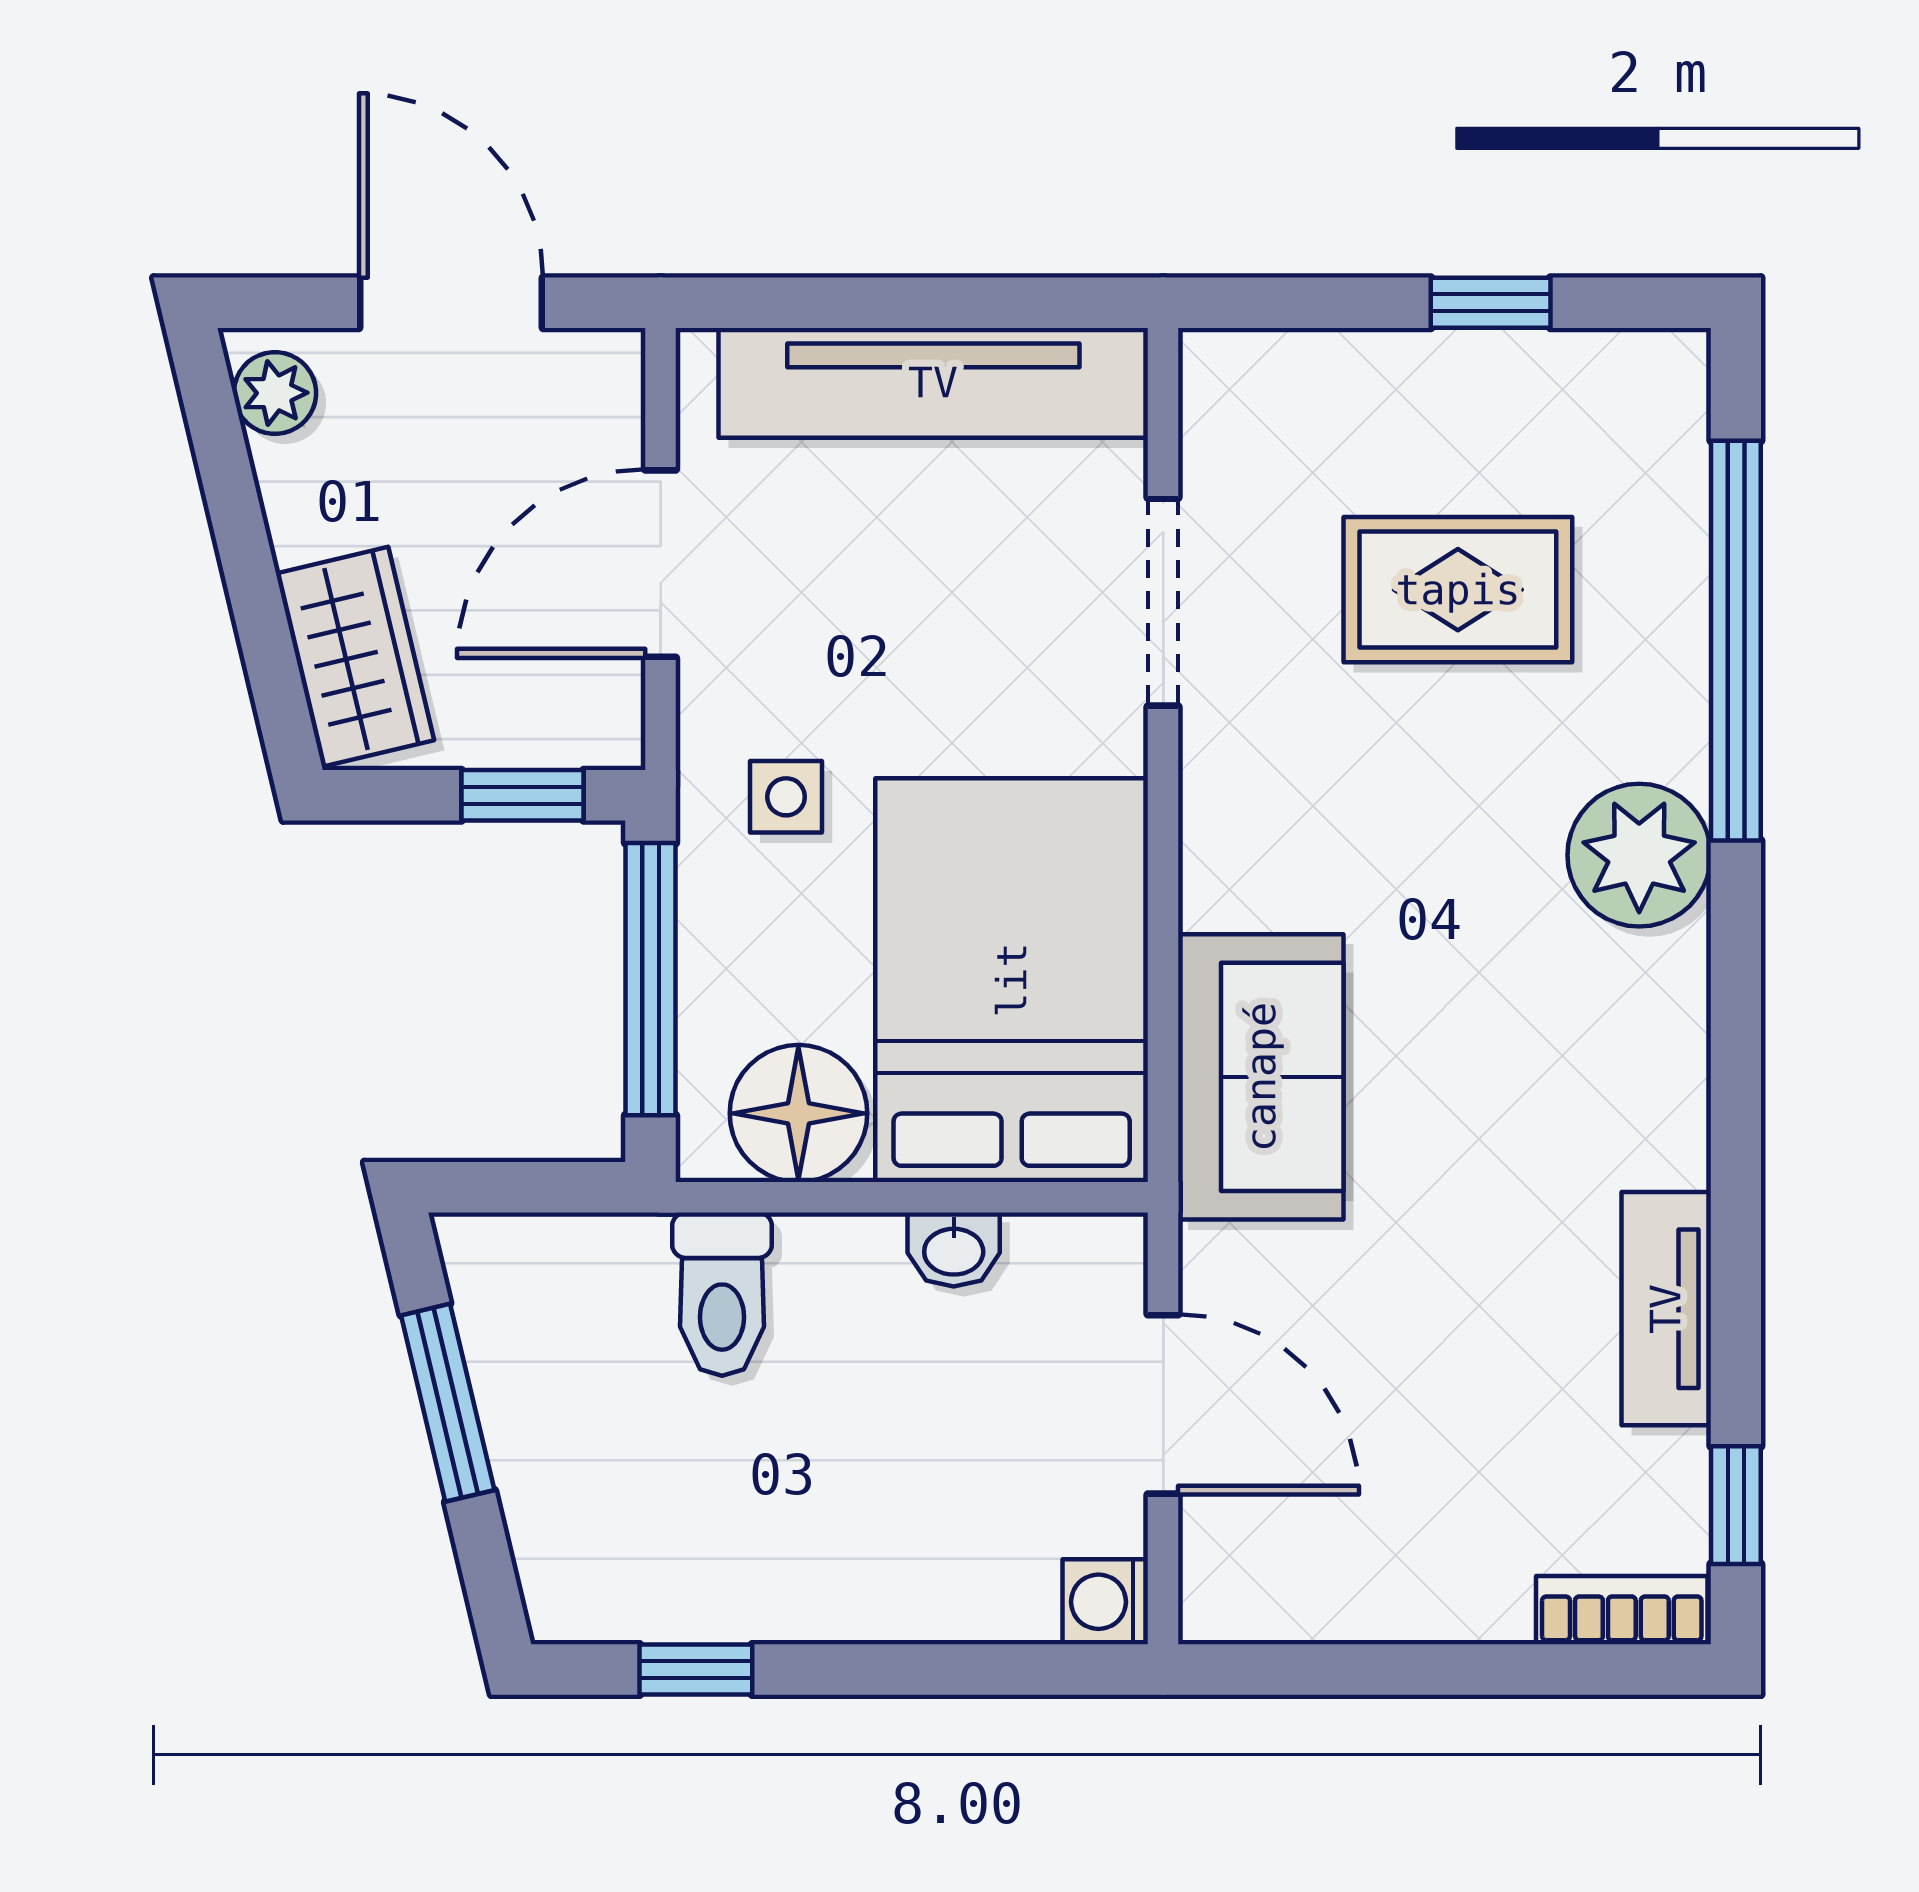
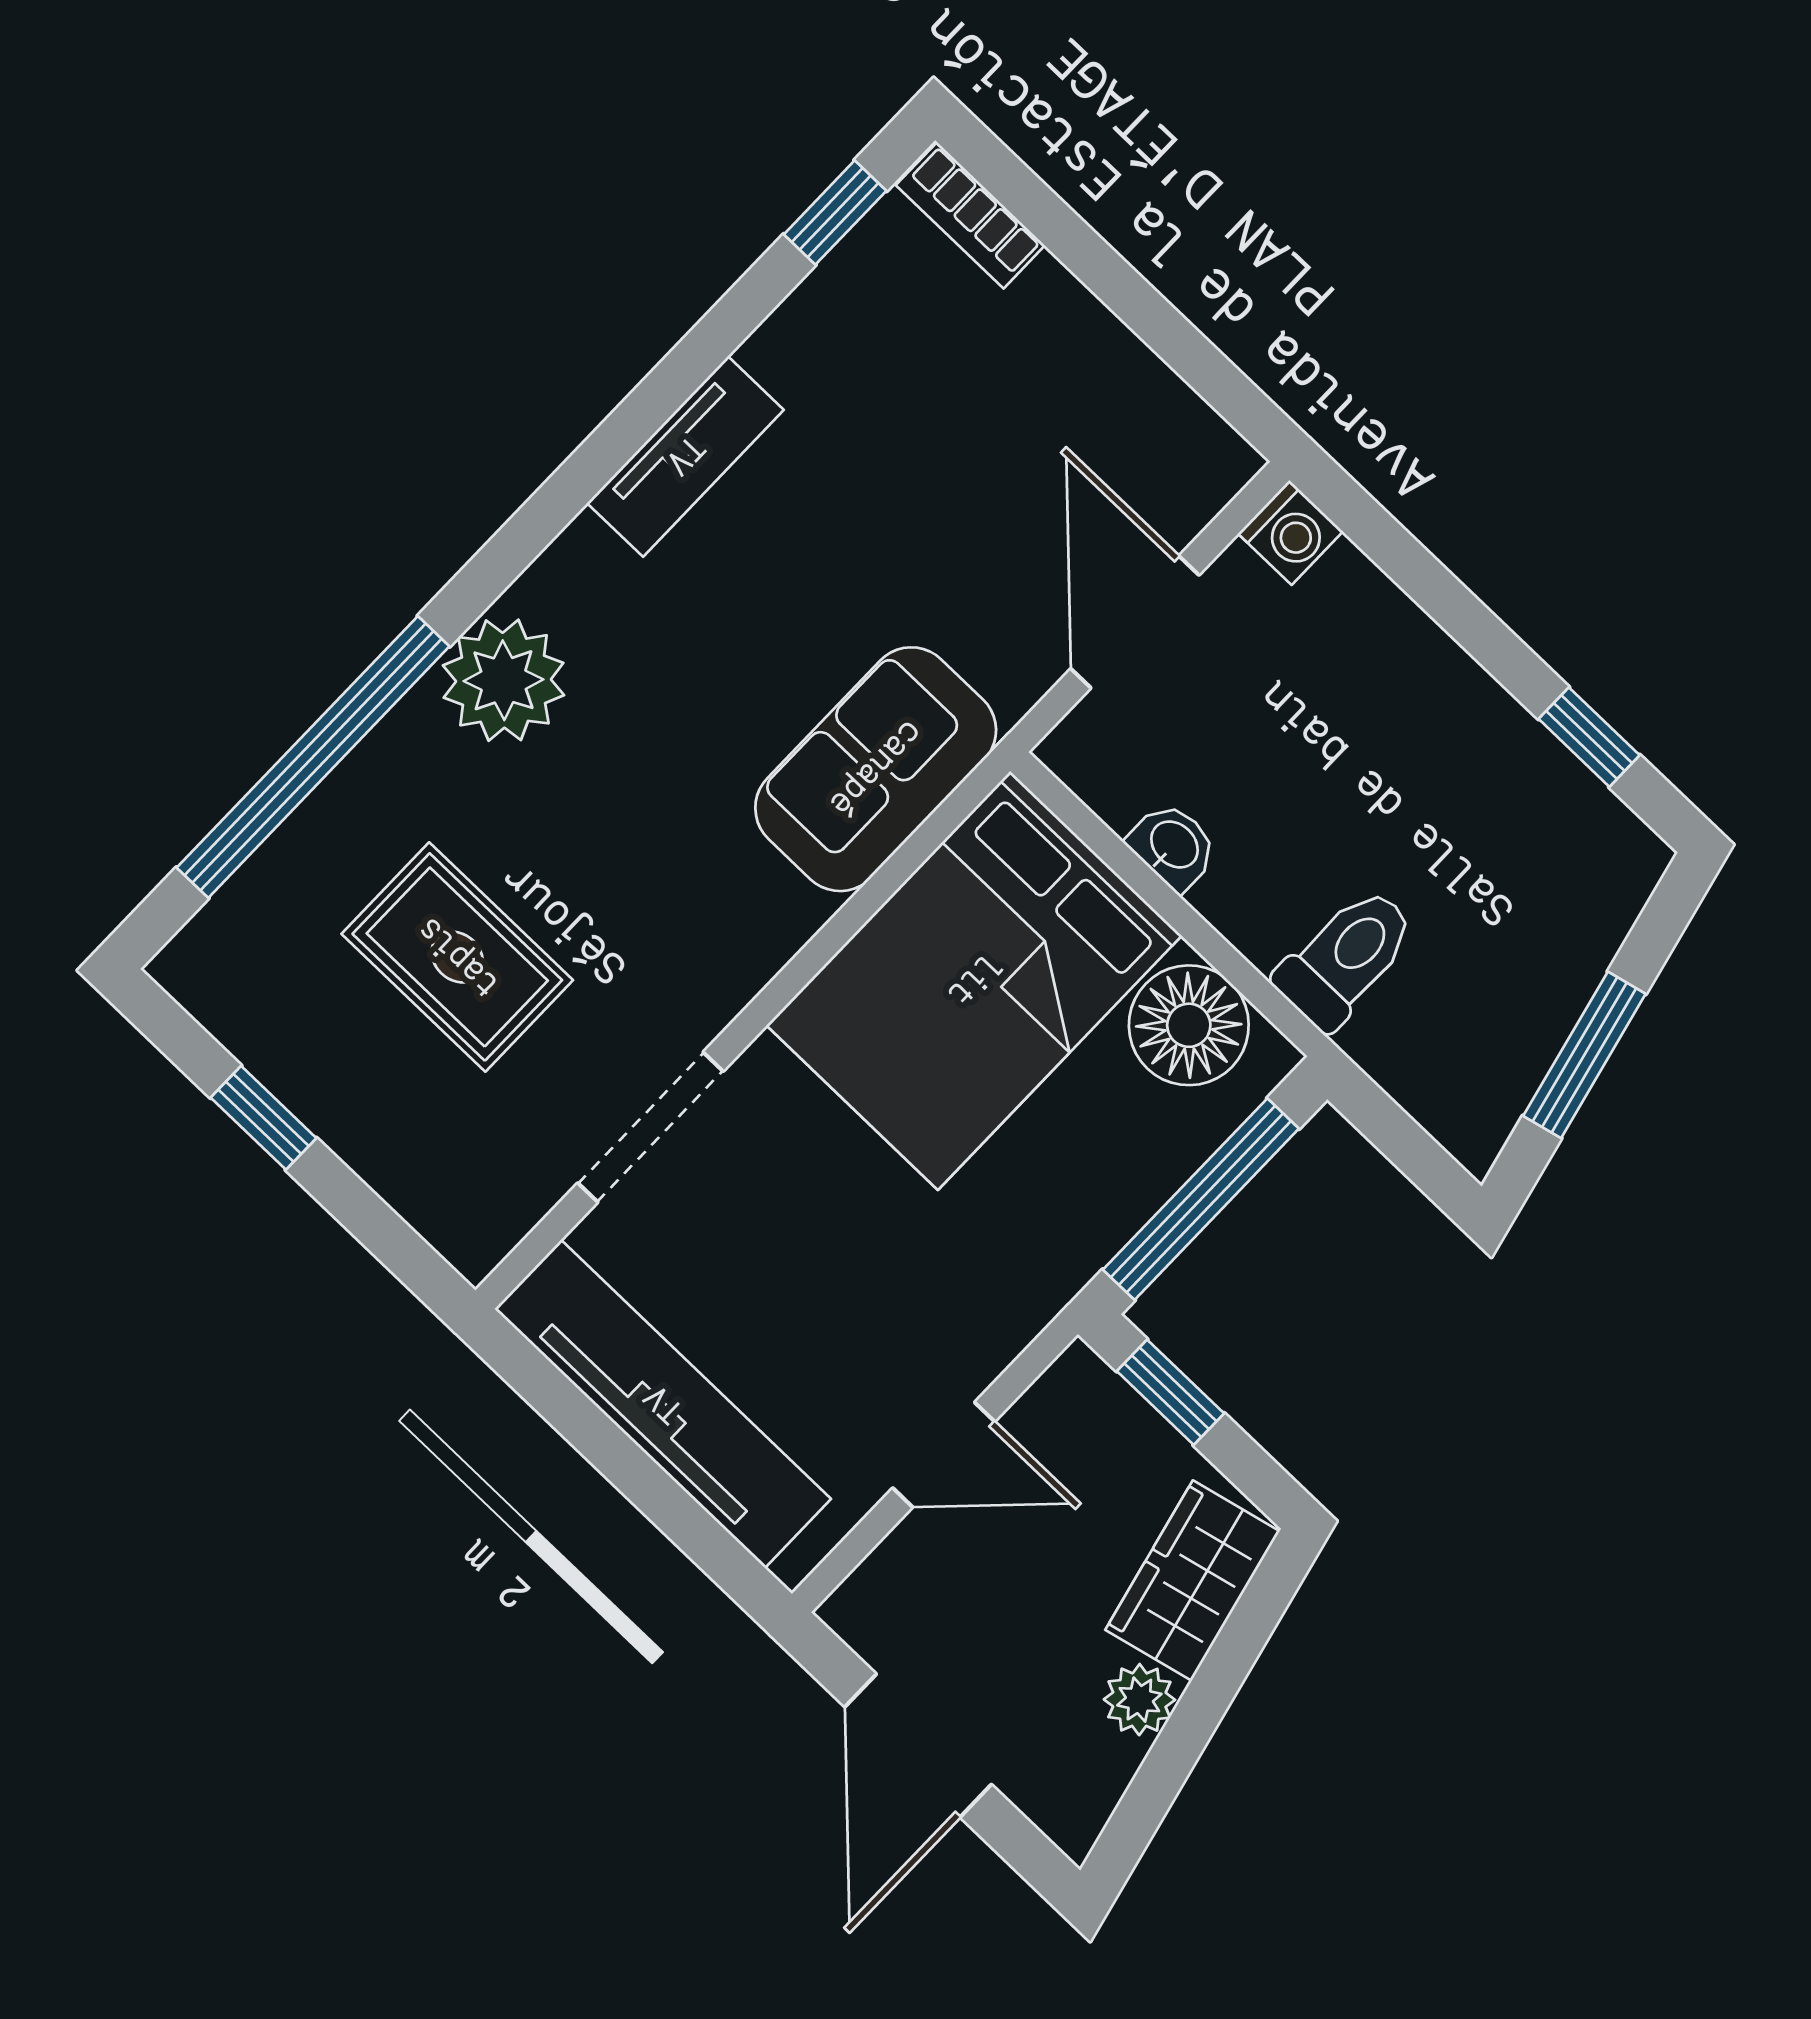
plant: (275, 393) -> (1139, 1700), moved
door: (661, 564) -> (944, 1455), width x0.73
side table: (786, 797) -> (1005, 1232), removed
tv unit: (1666, 1309) -> (685, 456), moved

